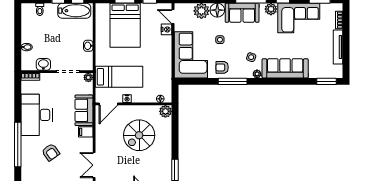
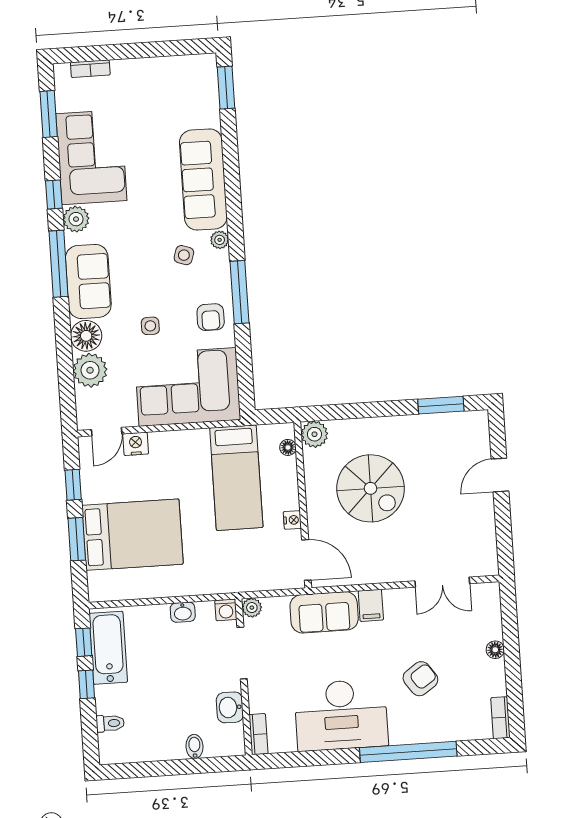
tv unit: (338, 47) -> (149, 67), removed
washing machine: (88, 66) -> (226, 610), added
bed: (119, 77) -> (236, 478), moved, turned 180

